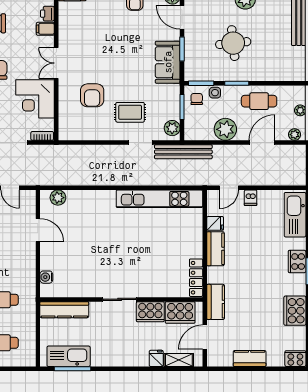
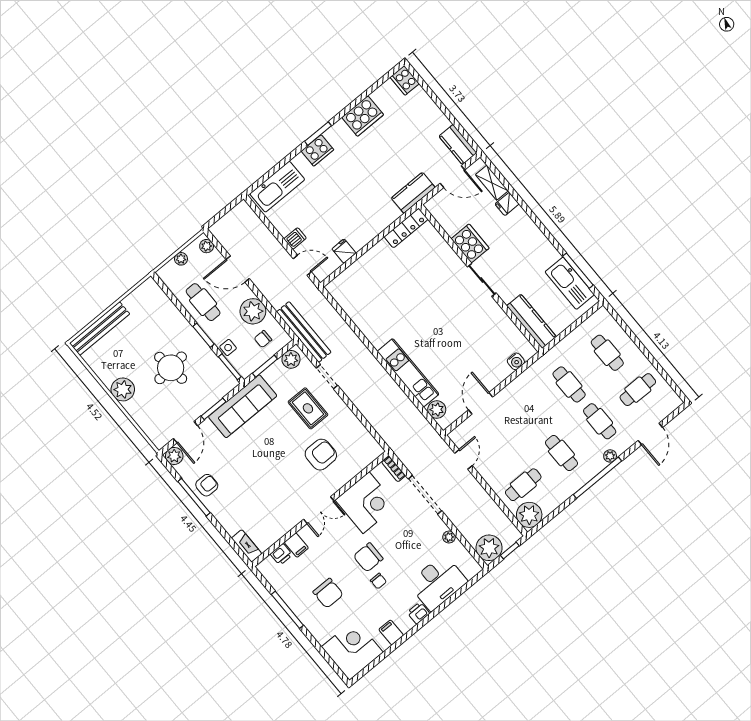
sofa: (168, 62) -> (243, 406), width x1.36
chair: (197, 99) -> (263, 339), moved
kitchen unit: (159, 199) -> (408, 373), moved, width x0.73
kitchen counter: (215, 249) -> (366, 232), removed
cooker: (180, 313) -> (449, 216), removed
kitchen counter: (250, 358) -> (458, 145), moved

